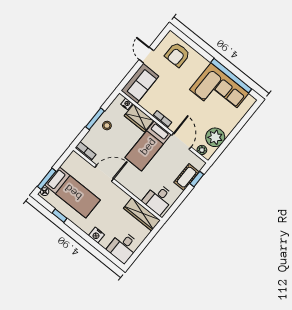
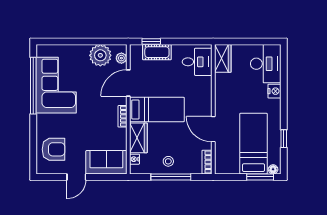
window: (95, 119) -> (171, 177), width x1.44
wardrobe: (142, 214) -> (223, 58), width x0.67
desk: (123, 247) -> (266, 64), width x1.37

